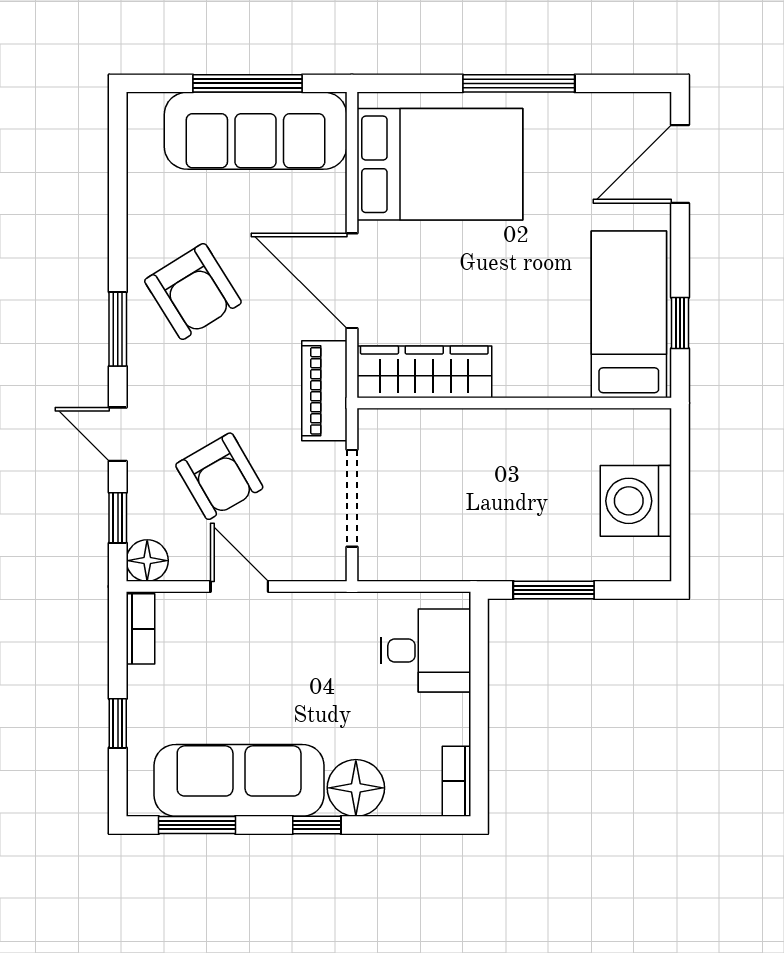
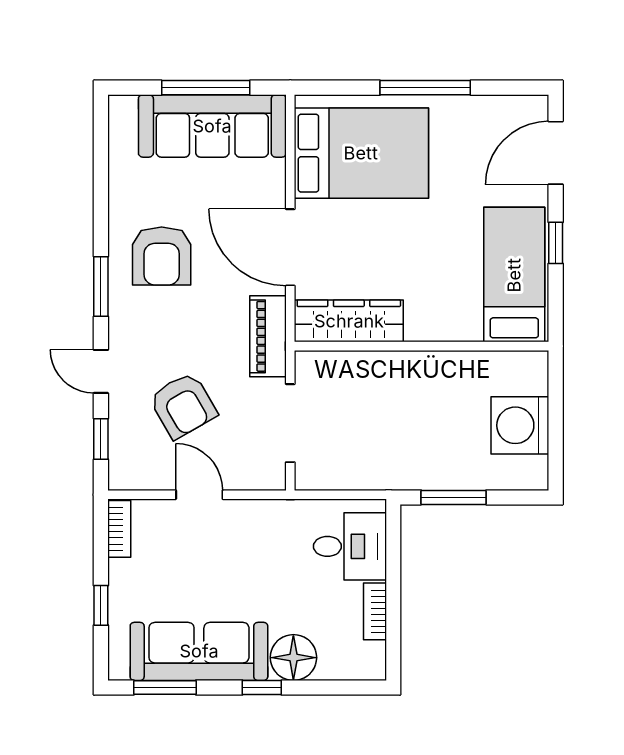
armchair: (193, 292) -> (162, 256), turned 32
window: (680, 323) -> (556, 243), moved
floor lamp: (147, 561) -> (125, 474), removed
bookcase: (457, 781) -> (375, 611), moved

